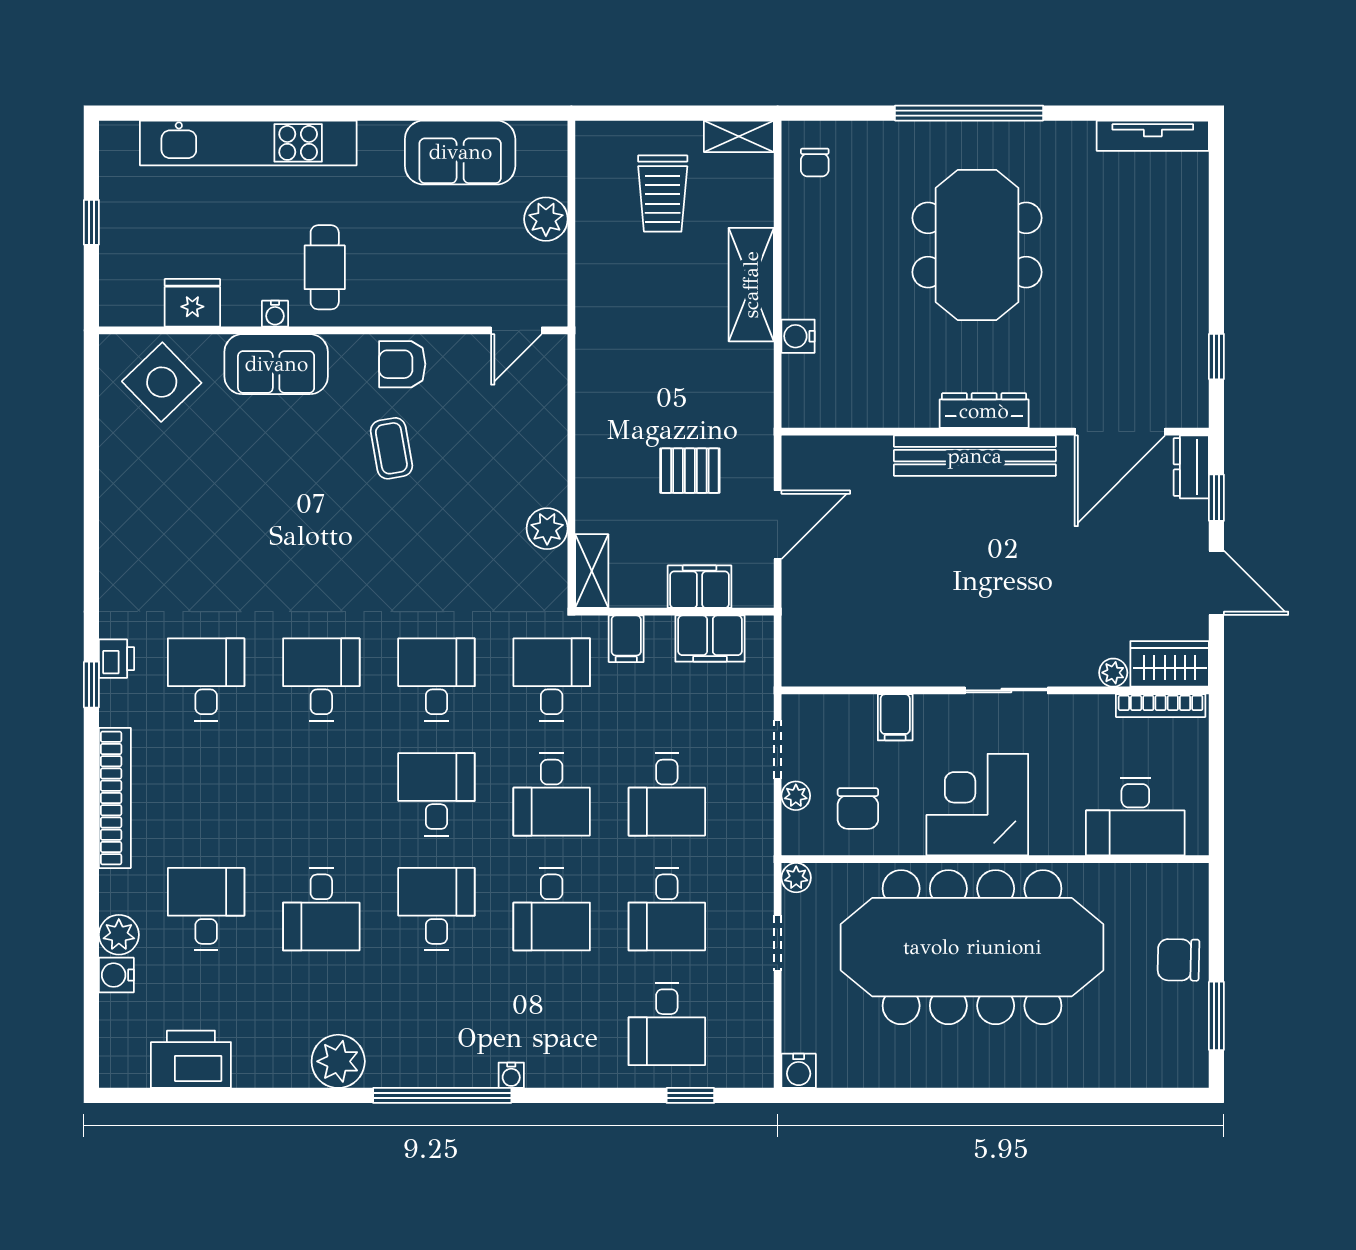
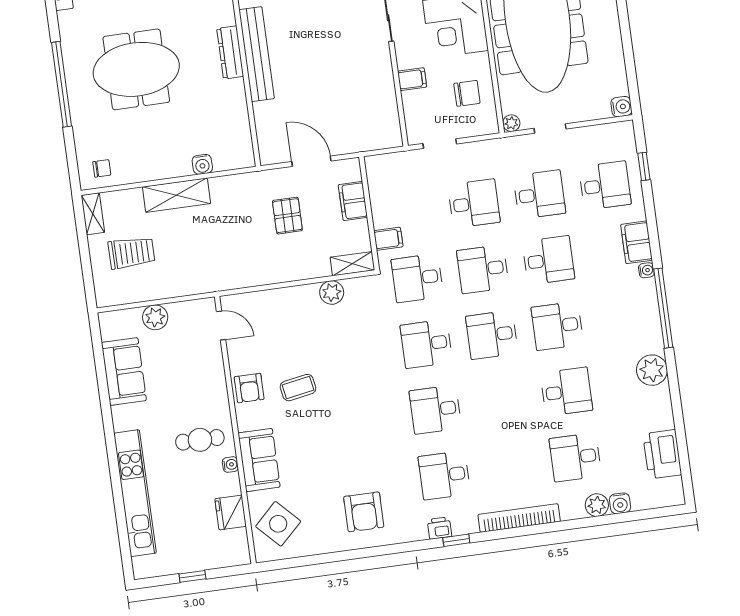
armchair: (162, 532) -> (364, 512), added
filing cabinet: (710, 639) -> (636, 242), moved, turned 180
desk: (552, 794) -> (483, 269), turned 180
plant: (796, 796) -> (465, 130), removed

